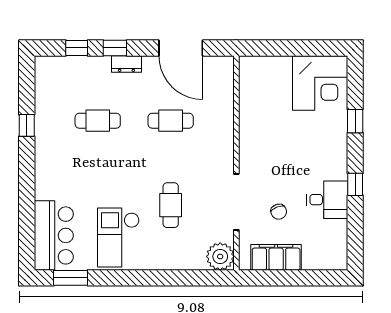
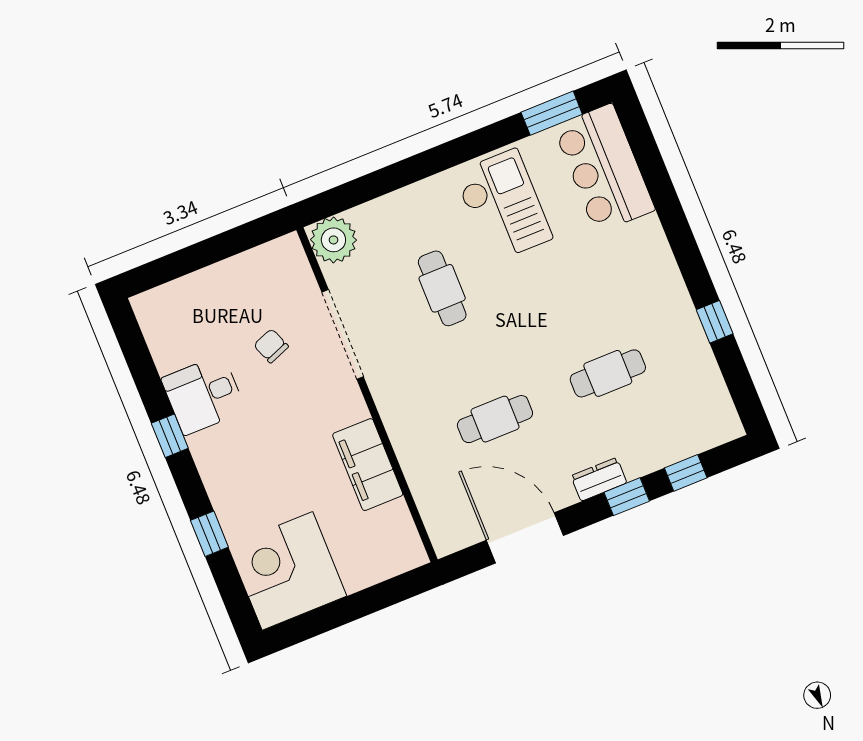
filing cabinet: (276, 257) -> (368, 465), moved, turned 90

